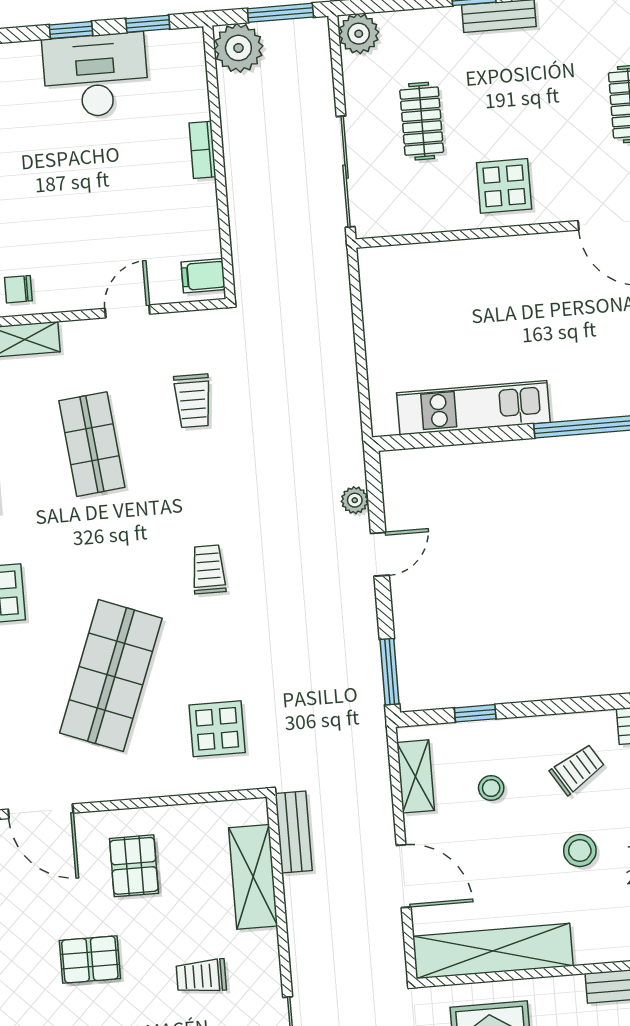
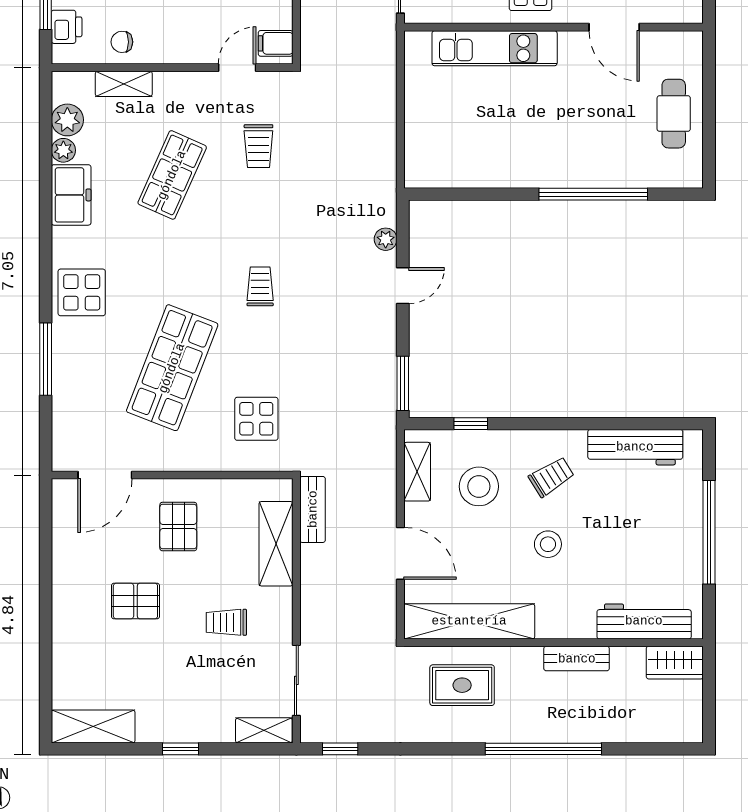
door: (127, 311) -> (237, 68), moved
kitchen unit: (473, 408) -> (495, 48), moved, turned 180
shop shelf: (92, 444) -> (172, 175), turned 30
stool: (491, 788) -> (479, 486), width x1.89, depth x1.89
door: (41, 811) -> (105, 475), hinge flipped

